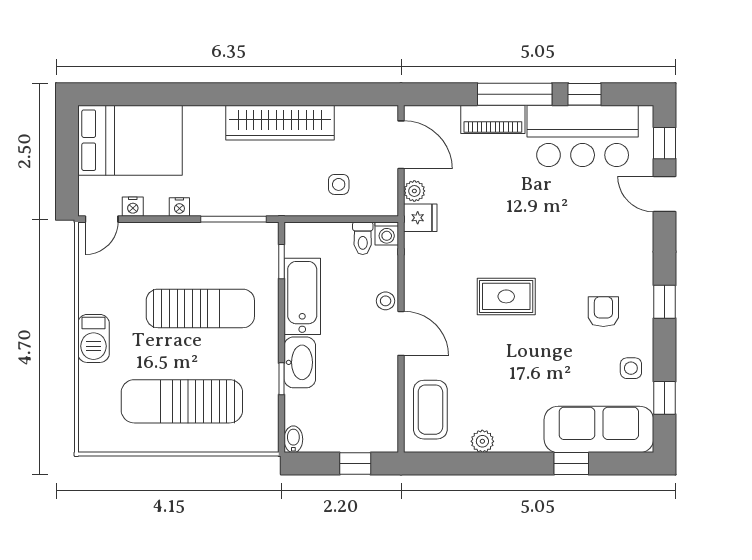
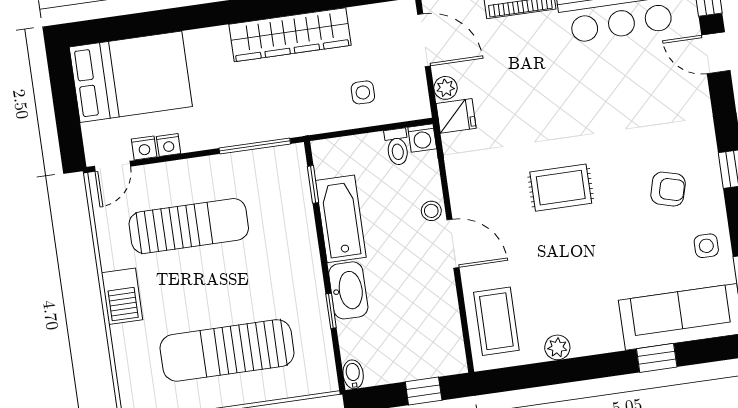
nightstand: (179, 207) -> (169, 145), moved
sun lounger: (200, 308) -> (189, 226), moved
armchair: (603, 312) -> (668, 189), turned 105

